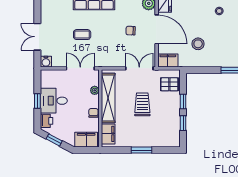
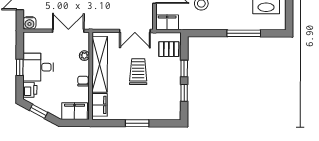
double door: (139, 68) -> (135, 31), swing flipped

